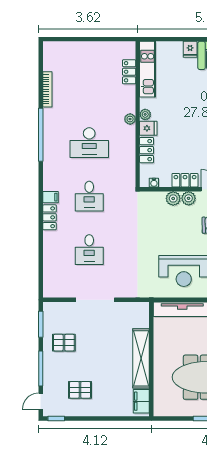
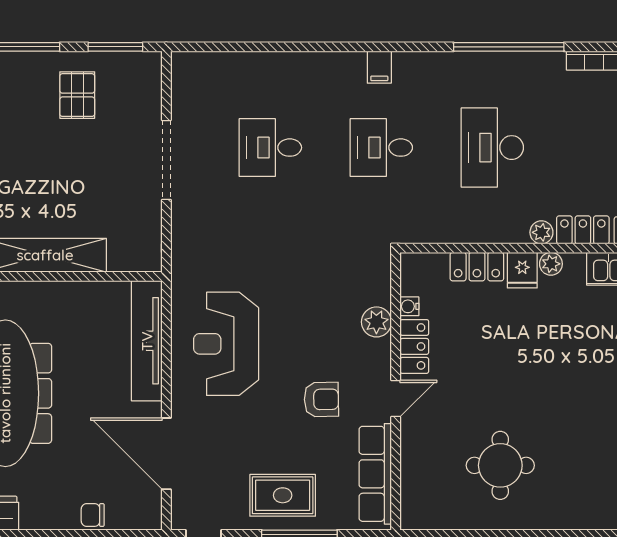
water cooler: (154, 183) -> (409, 306), moved
plant: (189, 198) -> (377, 354), removed
locker: (50, 217) -> (583, 230), moved, turned 180

